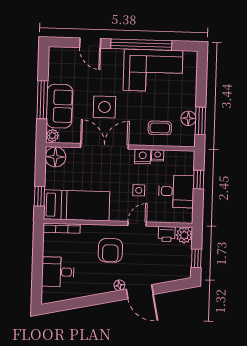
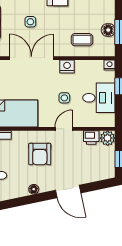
side table: (104, 107) -> (30, 22), width x0.54, depth x0.54
nightstand: (158, 155) -> (110, 65), moved
floor lamp: (119, 285) -> (34, 189), moved

